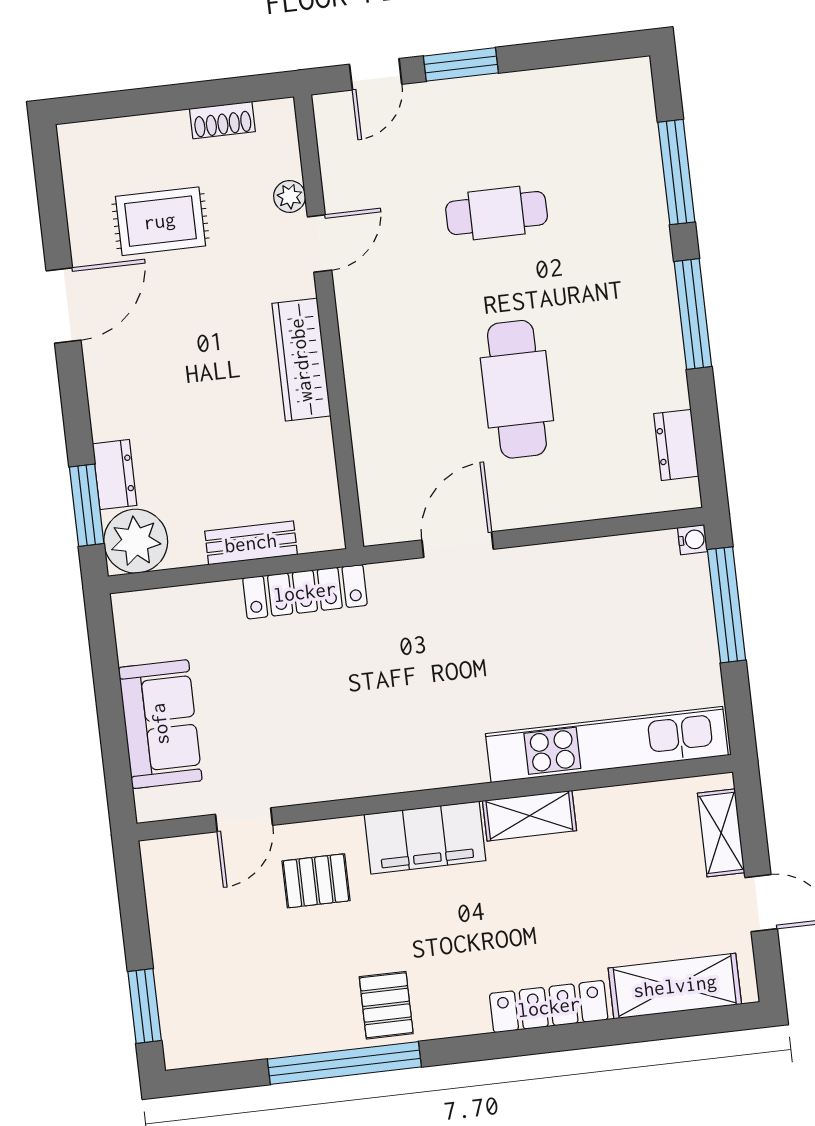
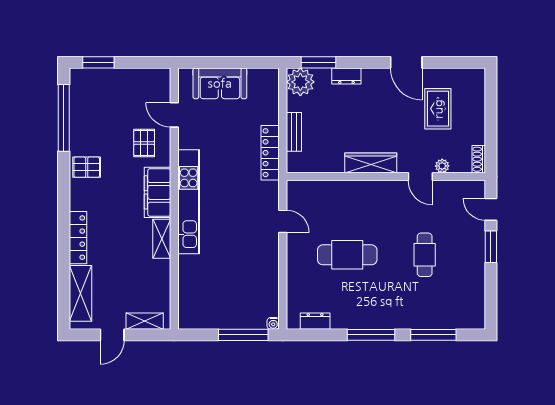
shoe rack: (222, 120) -> (479, 159), moved
dresser: (115, 475) -> (346, 76), moved
door: (458, 545) -> (283, 221), width x0.73
kitchen unit: (607, 745) -> (189, 202), moved
window: (344, 1063) -> (64, 118), moved

